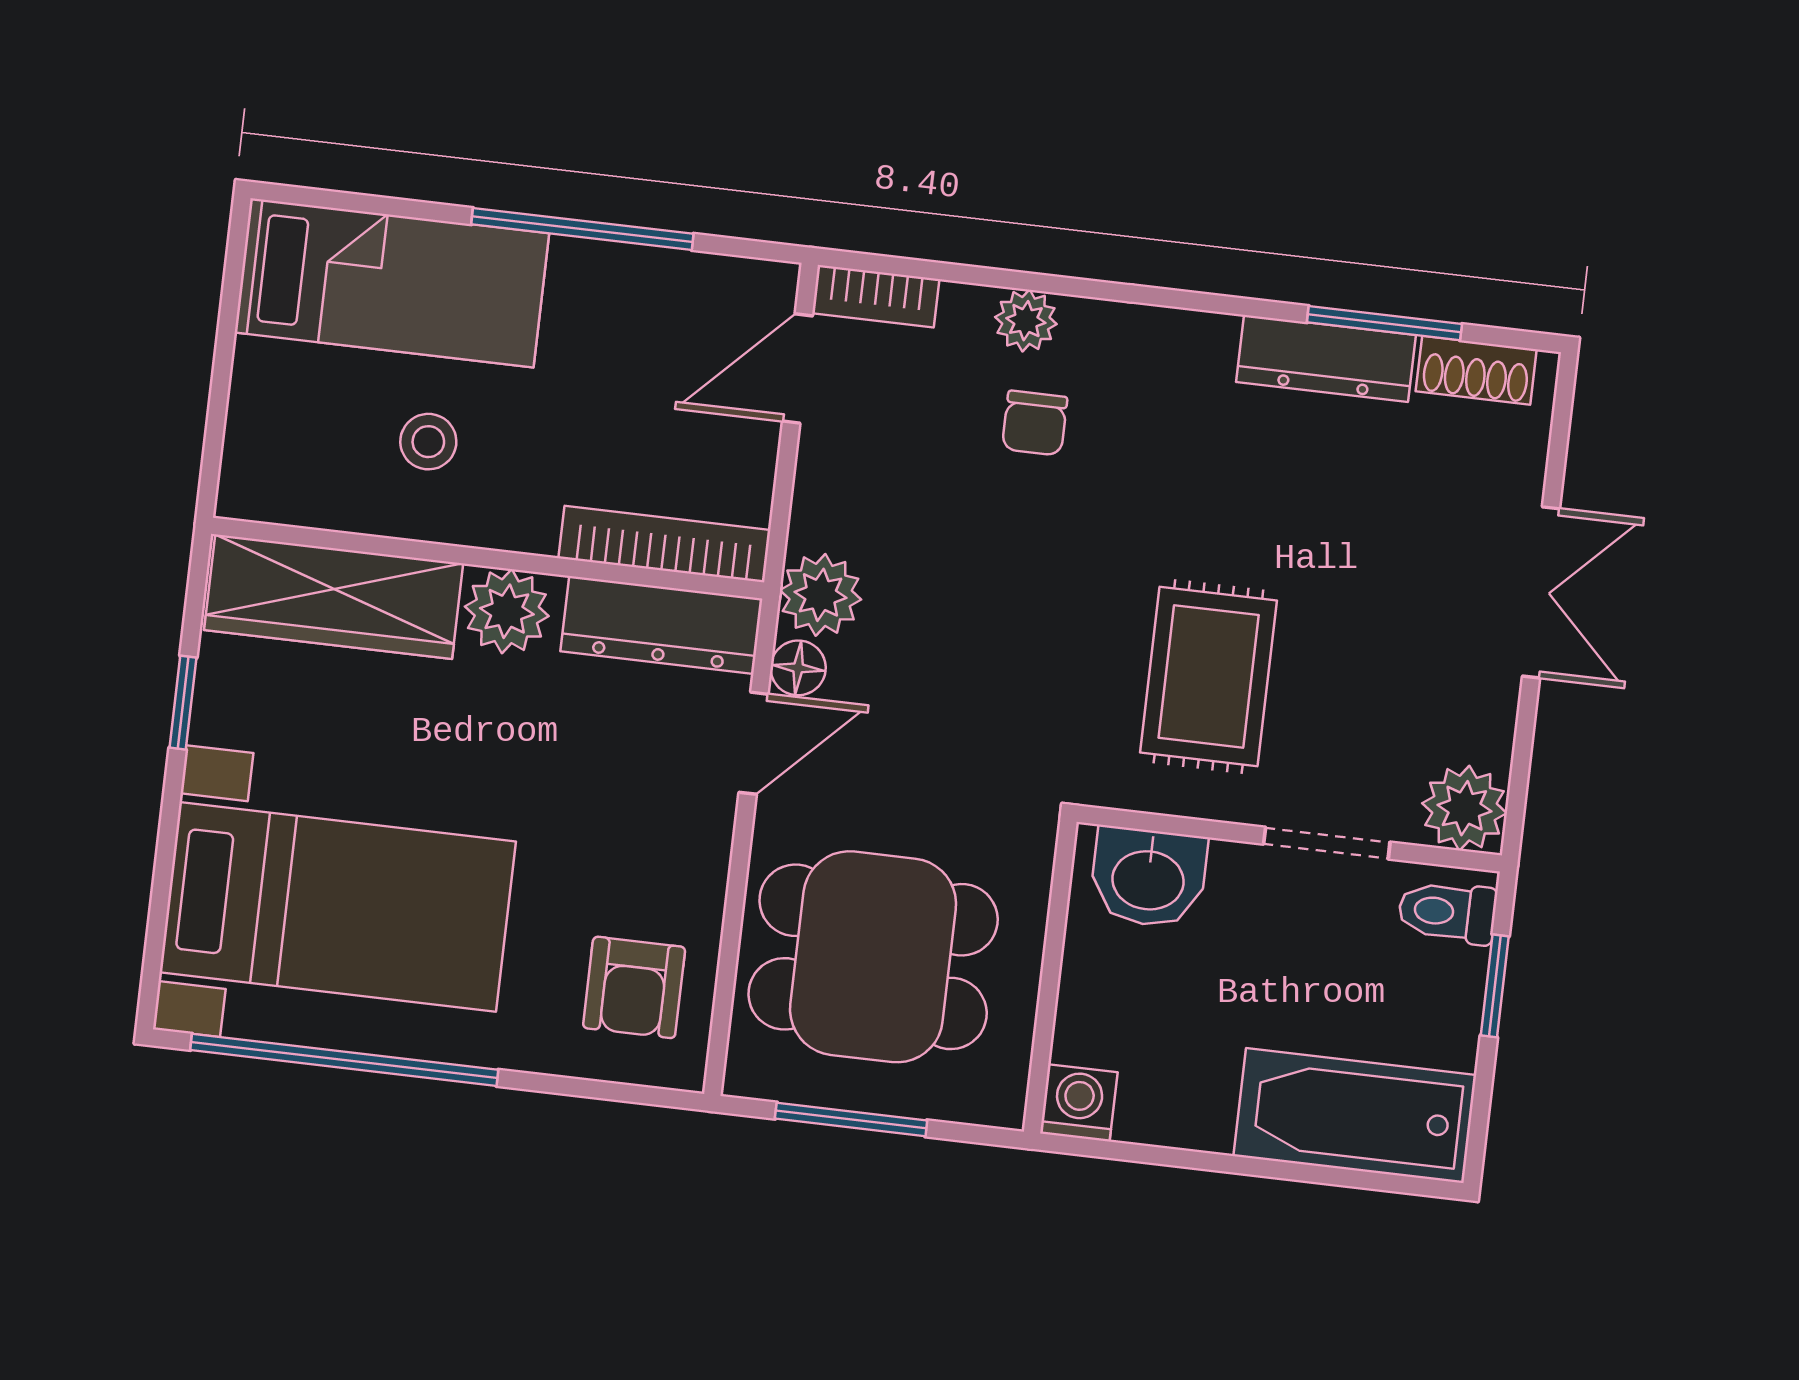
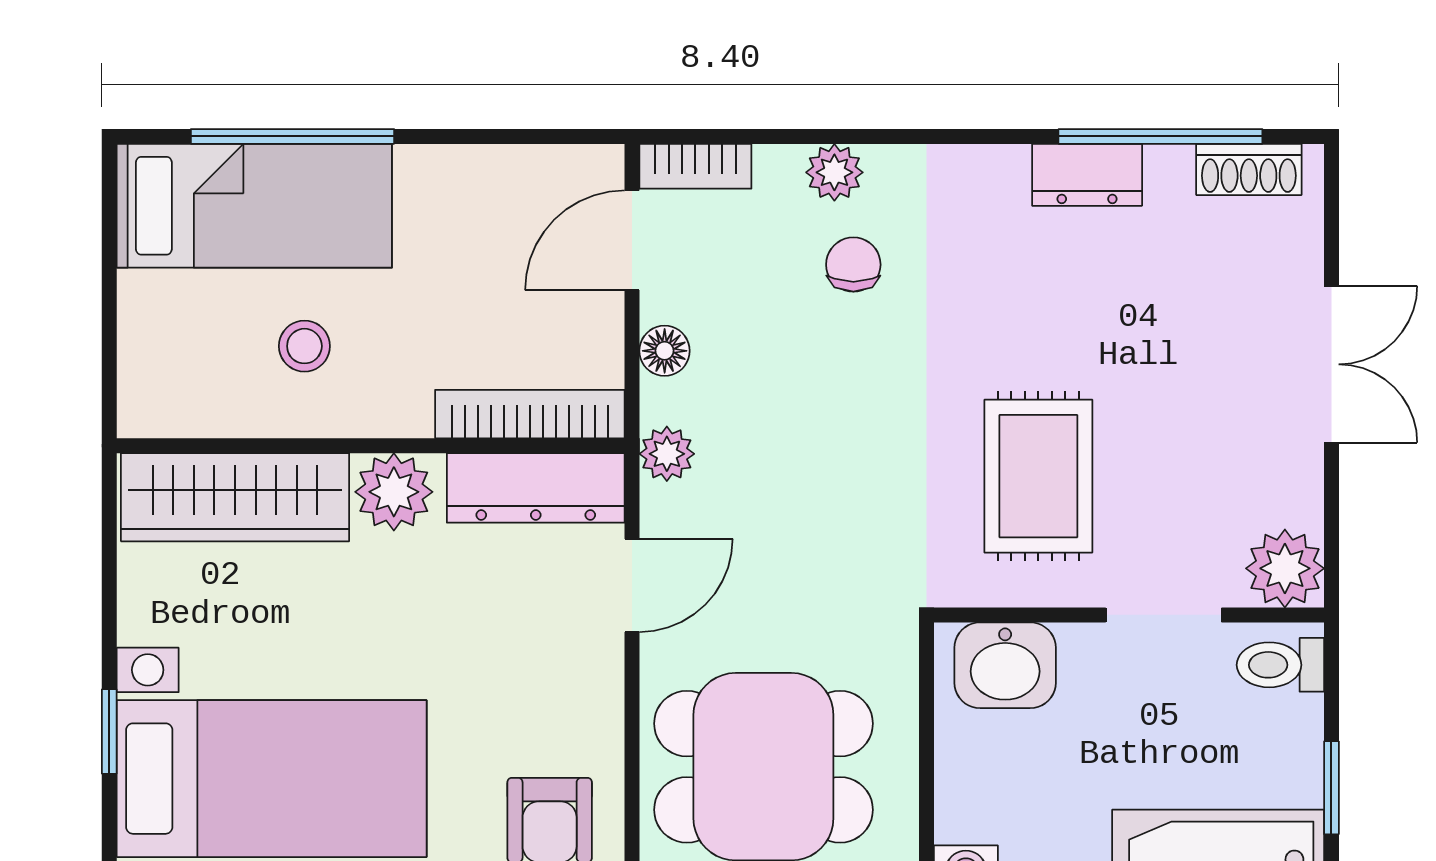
window: (582, 229) -> (292, 136), moved
window: (1384, 323) -> (1160, 136), width x1.44
dresser: (1326, 359) -> (1087, 175), width x0.70
chair: (1035, 423) -> (853, 265), turned 180
plant: (821, 595) -> (667, 454), width x0.73, depth x0.73
floor lamp: (798, 668) -> (665, 351), moved
window: (183, 703) -> (109, 732), moved
window: (1495, 986) -> (1331, 788), moved

